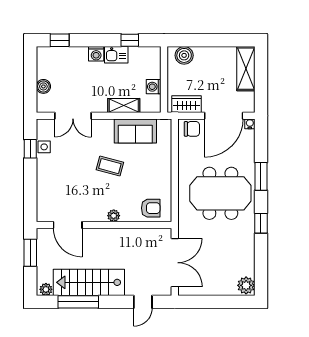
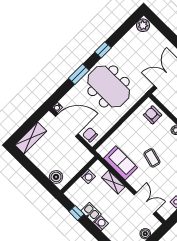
wardrobe: (187, 104) -> (80, 150), removed

